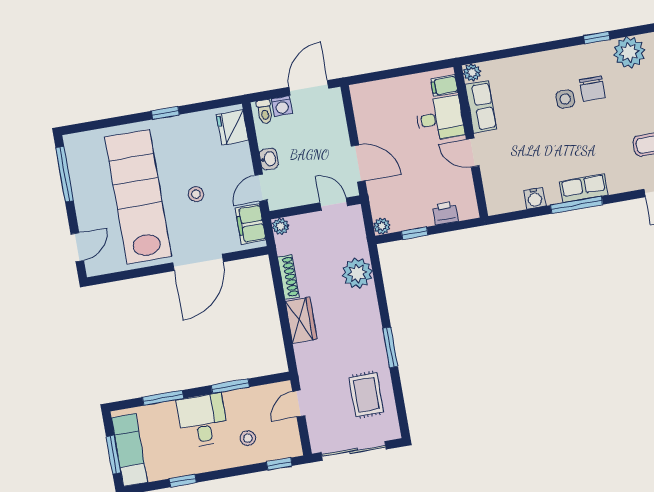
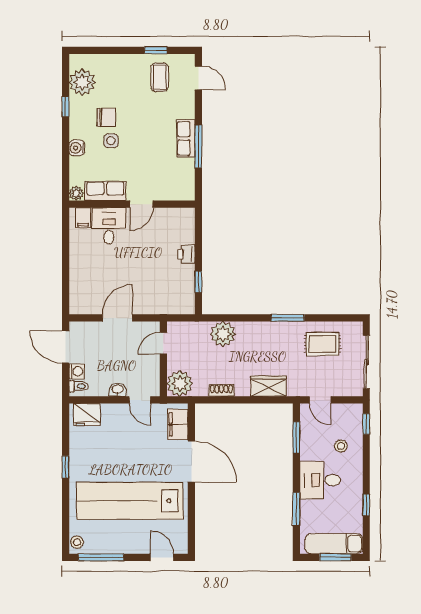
plant: (472, 73) -> (76, 193), moved
filing cabinet: (444, 86) -> (83, 218), moved
row of seats: (481, 107) -> (105, 191), moved
desk: (440, 118) -> (109, 226), moved
wall: (471, 141) -> (132, 204), moved
door: (473, 153) -> (141, 204), moved
door: (358, 163) -> (117, 318), moved
stool: (196, 194) -> (77, 542), moved
water cooler: (535, 198) -> (77, 148), moved, turned 180
filing cabinet: (251, 224) -> (178, 424), moved, turned 90
plant: (281, 226) -> (180, 383), width x1.87, depth x1.87
plant: (382, 226) -> (188, 307), removed
shoe rack: (288, 277) -> (221, 390), width x0.70
wardrobe: (301, 320) -> (269, 386), moved
window: (230, 386) -> (296, 437), moved

